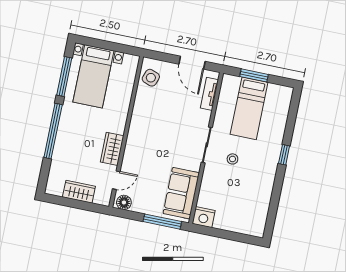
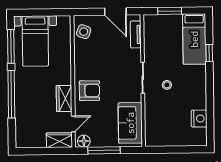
bed: (249, 108) -> (194, 39), moved
armchair: (143, 146) -> (89, 91), added
window: (284, 155) -> (209, 53), moved
wardrobe: (79, 192) -> (59, 140), moved
nightstand: (204, 217) -> (199, 119), moved, turned -90
window: (162, 222) -> (104, 150), moved

